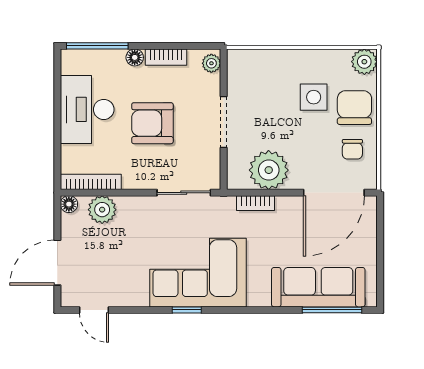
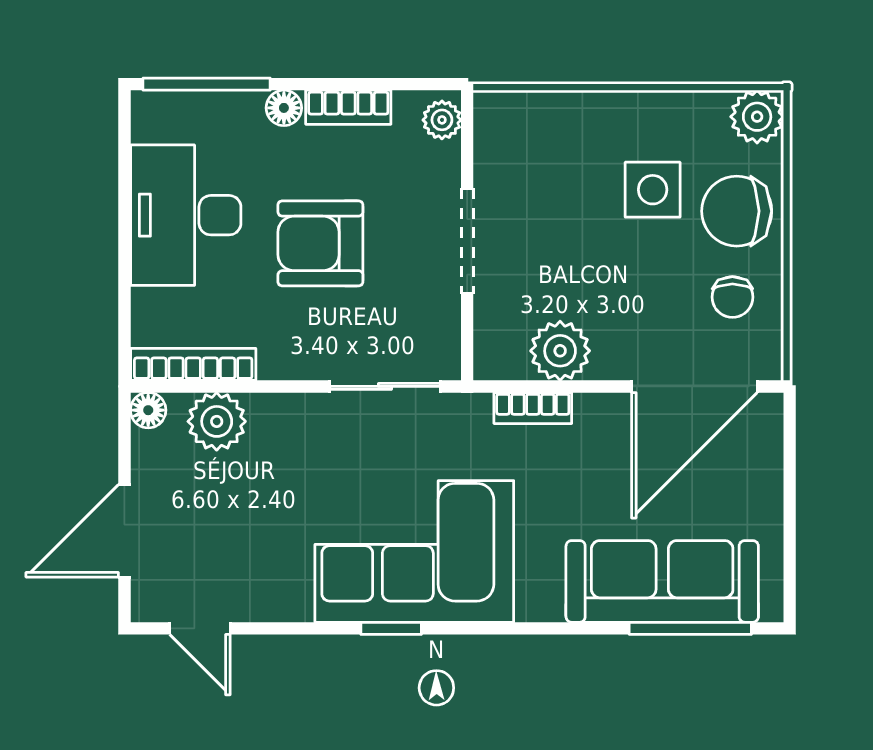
chair: (354, 108) -> (737, 211), turned -90
plant: (269, 170) -> (560, 351), width x0.73, depth x0.73

